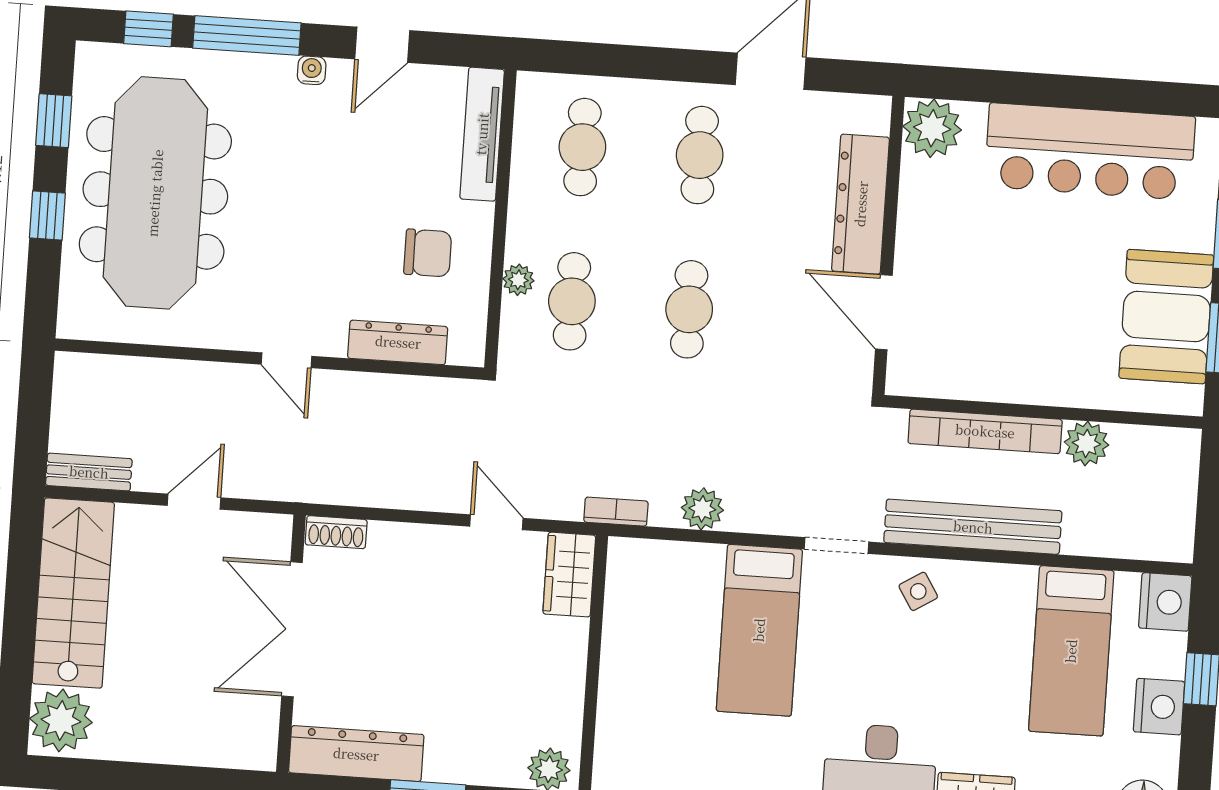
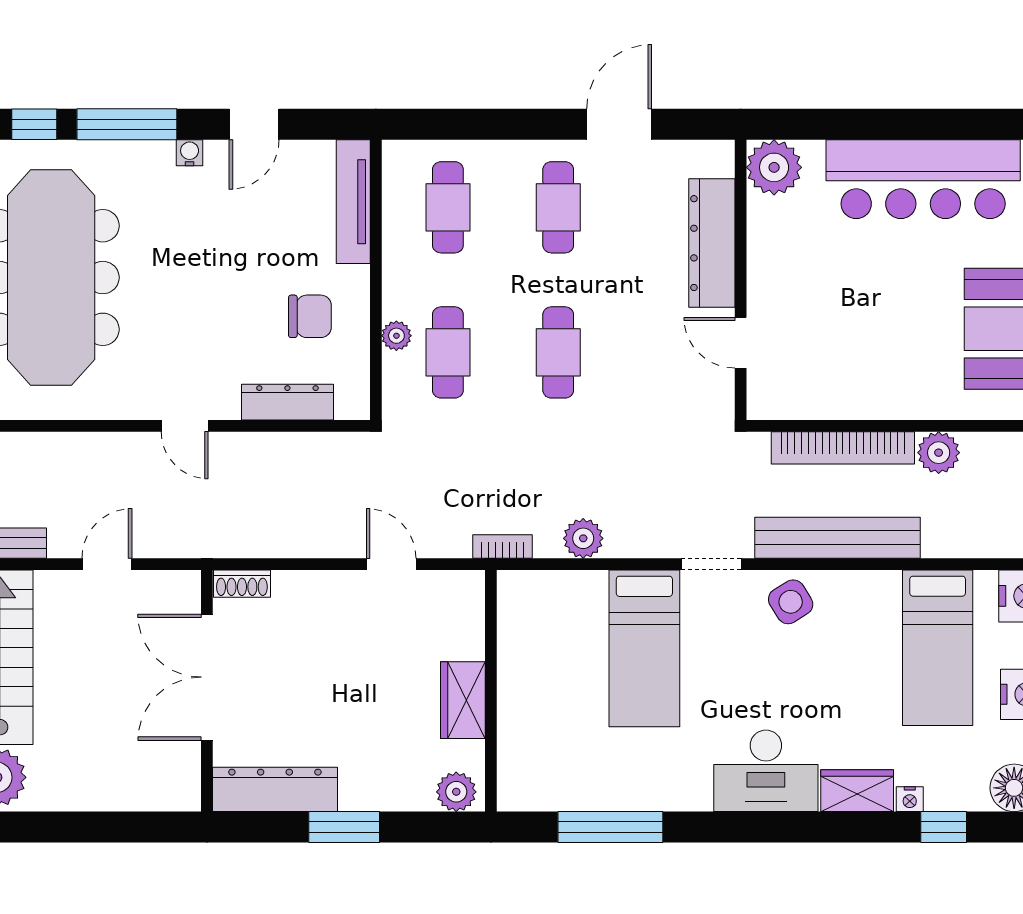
door: (884, 312) -> (741, 343), width x0.73
wardrobe: (569, 575) -> (463, 700), moved
side table: (918, 591) -> (791, 602), width x1.37, depth x1.37

